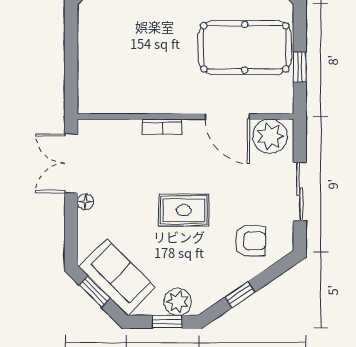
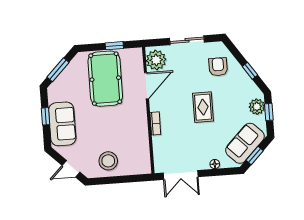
stool: (104, 42) -> (108, 161), added
floor lamp: (85, 202) -> (215, 164), moved

